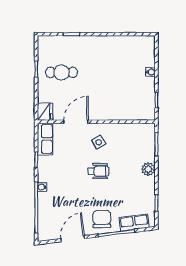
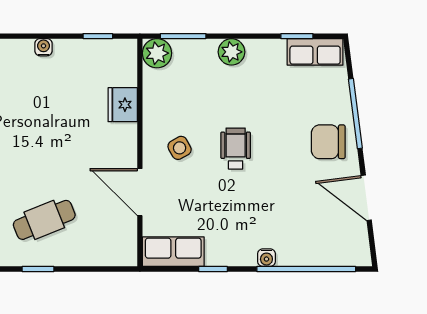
cafe table: (62, 72) -> (44, 220), turned 68
fridge: (45, 112) -> (123, 105), moved, turned -90
plant: (148, 131) -> (157, 53), added
row of seats: (134, 222) -> (315, 52), moved, turned -83

